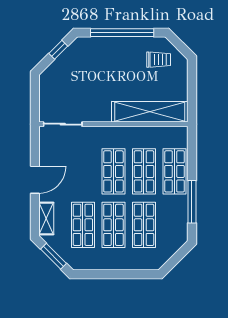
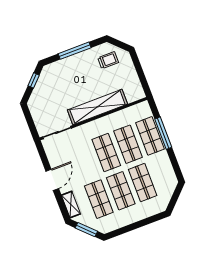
window: (122, 33) -> (75, 51), width x0.68
shelving: (150, 112) -> (97, 107), moved
window: (192, 202) -> (163, 133), moved

